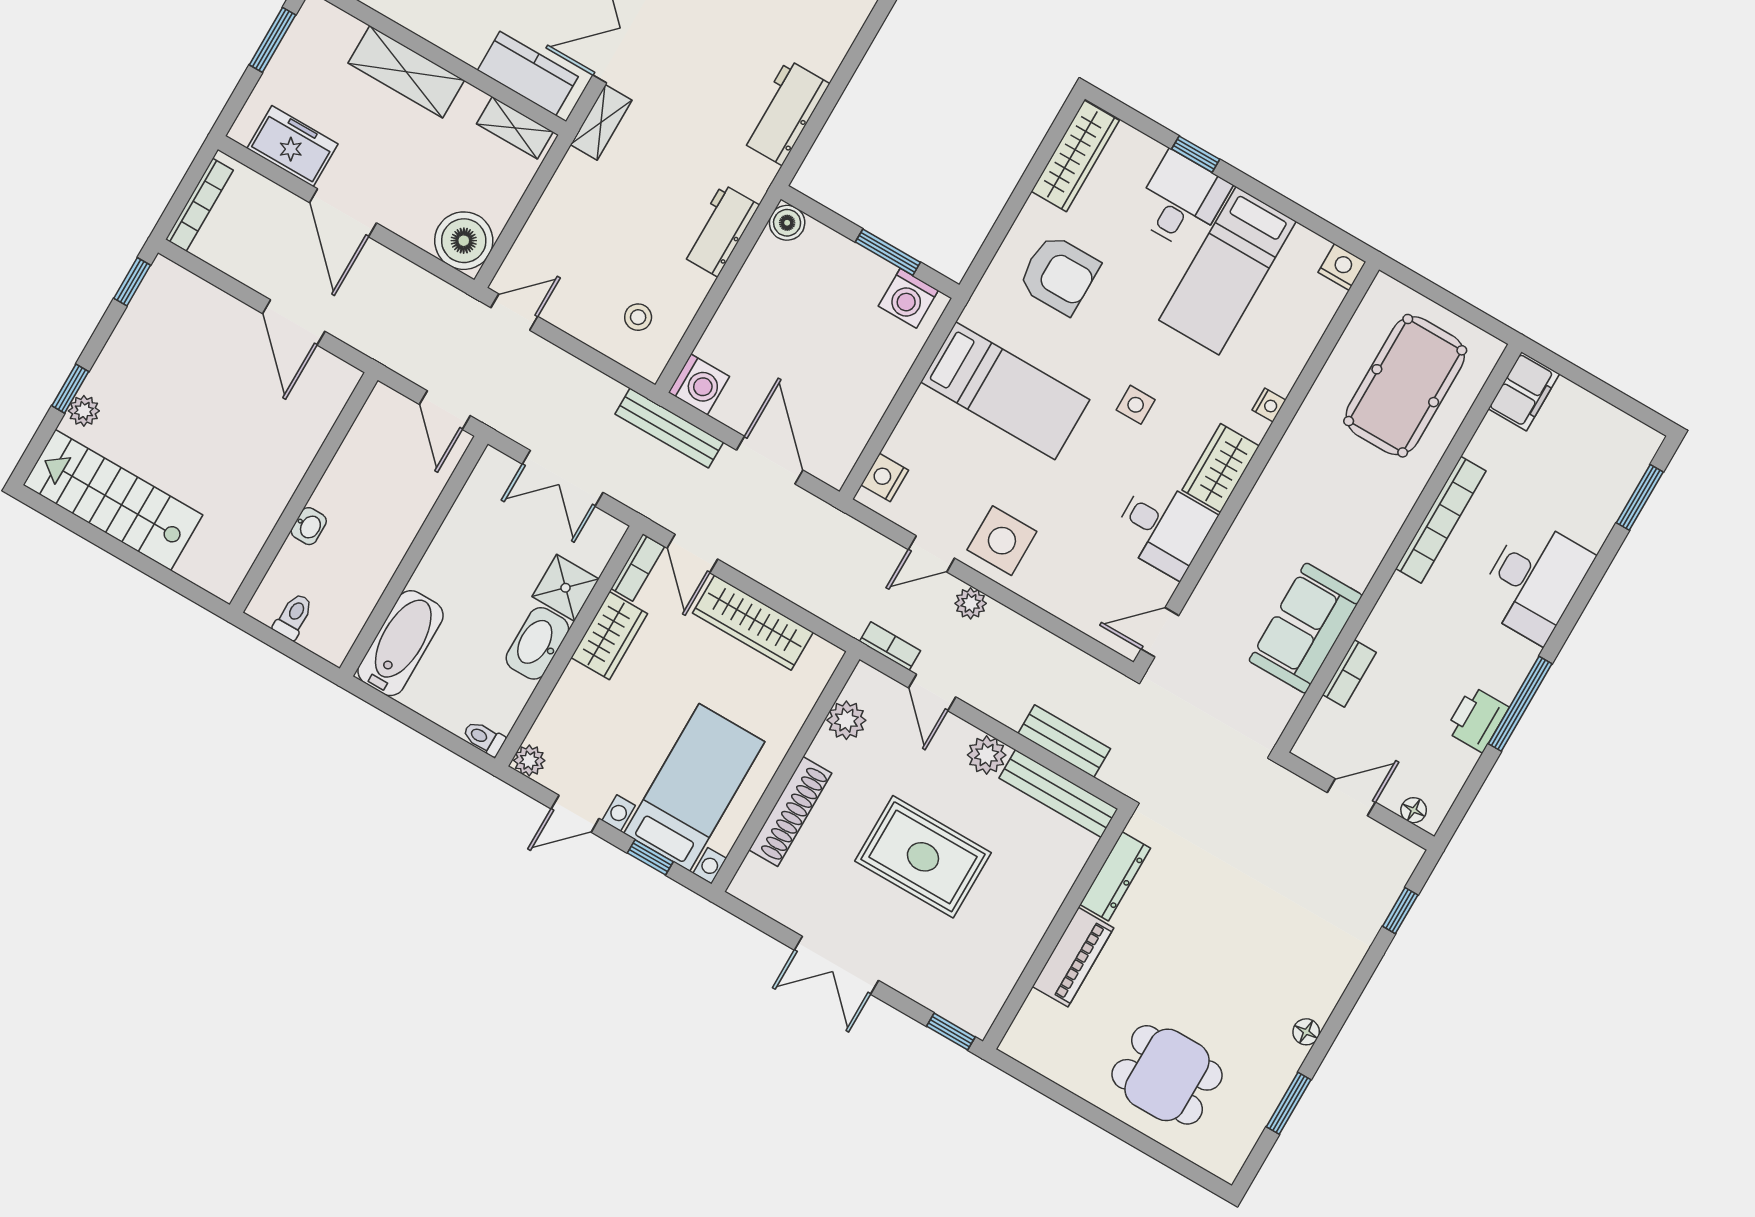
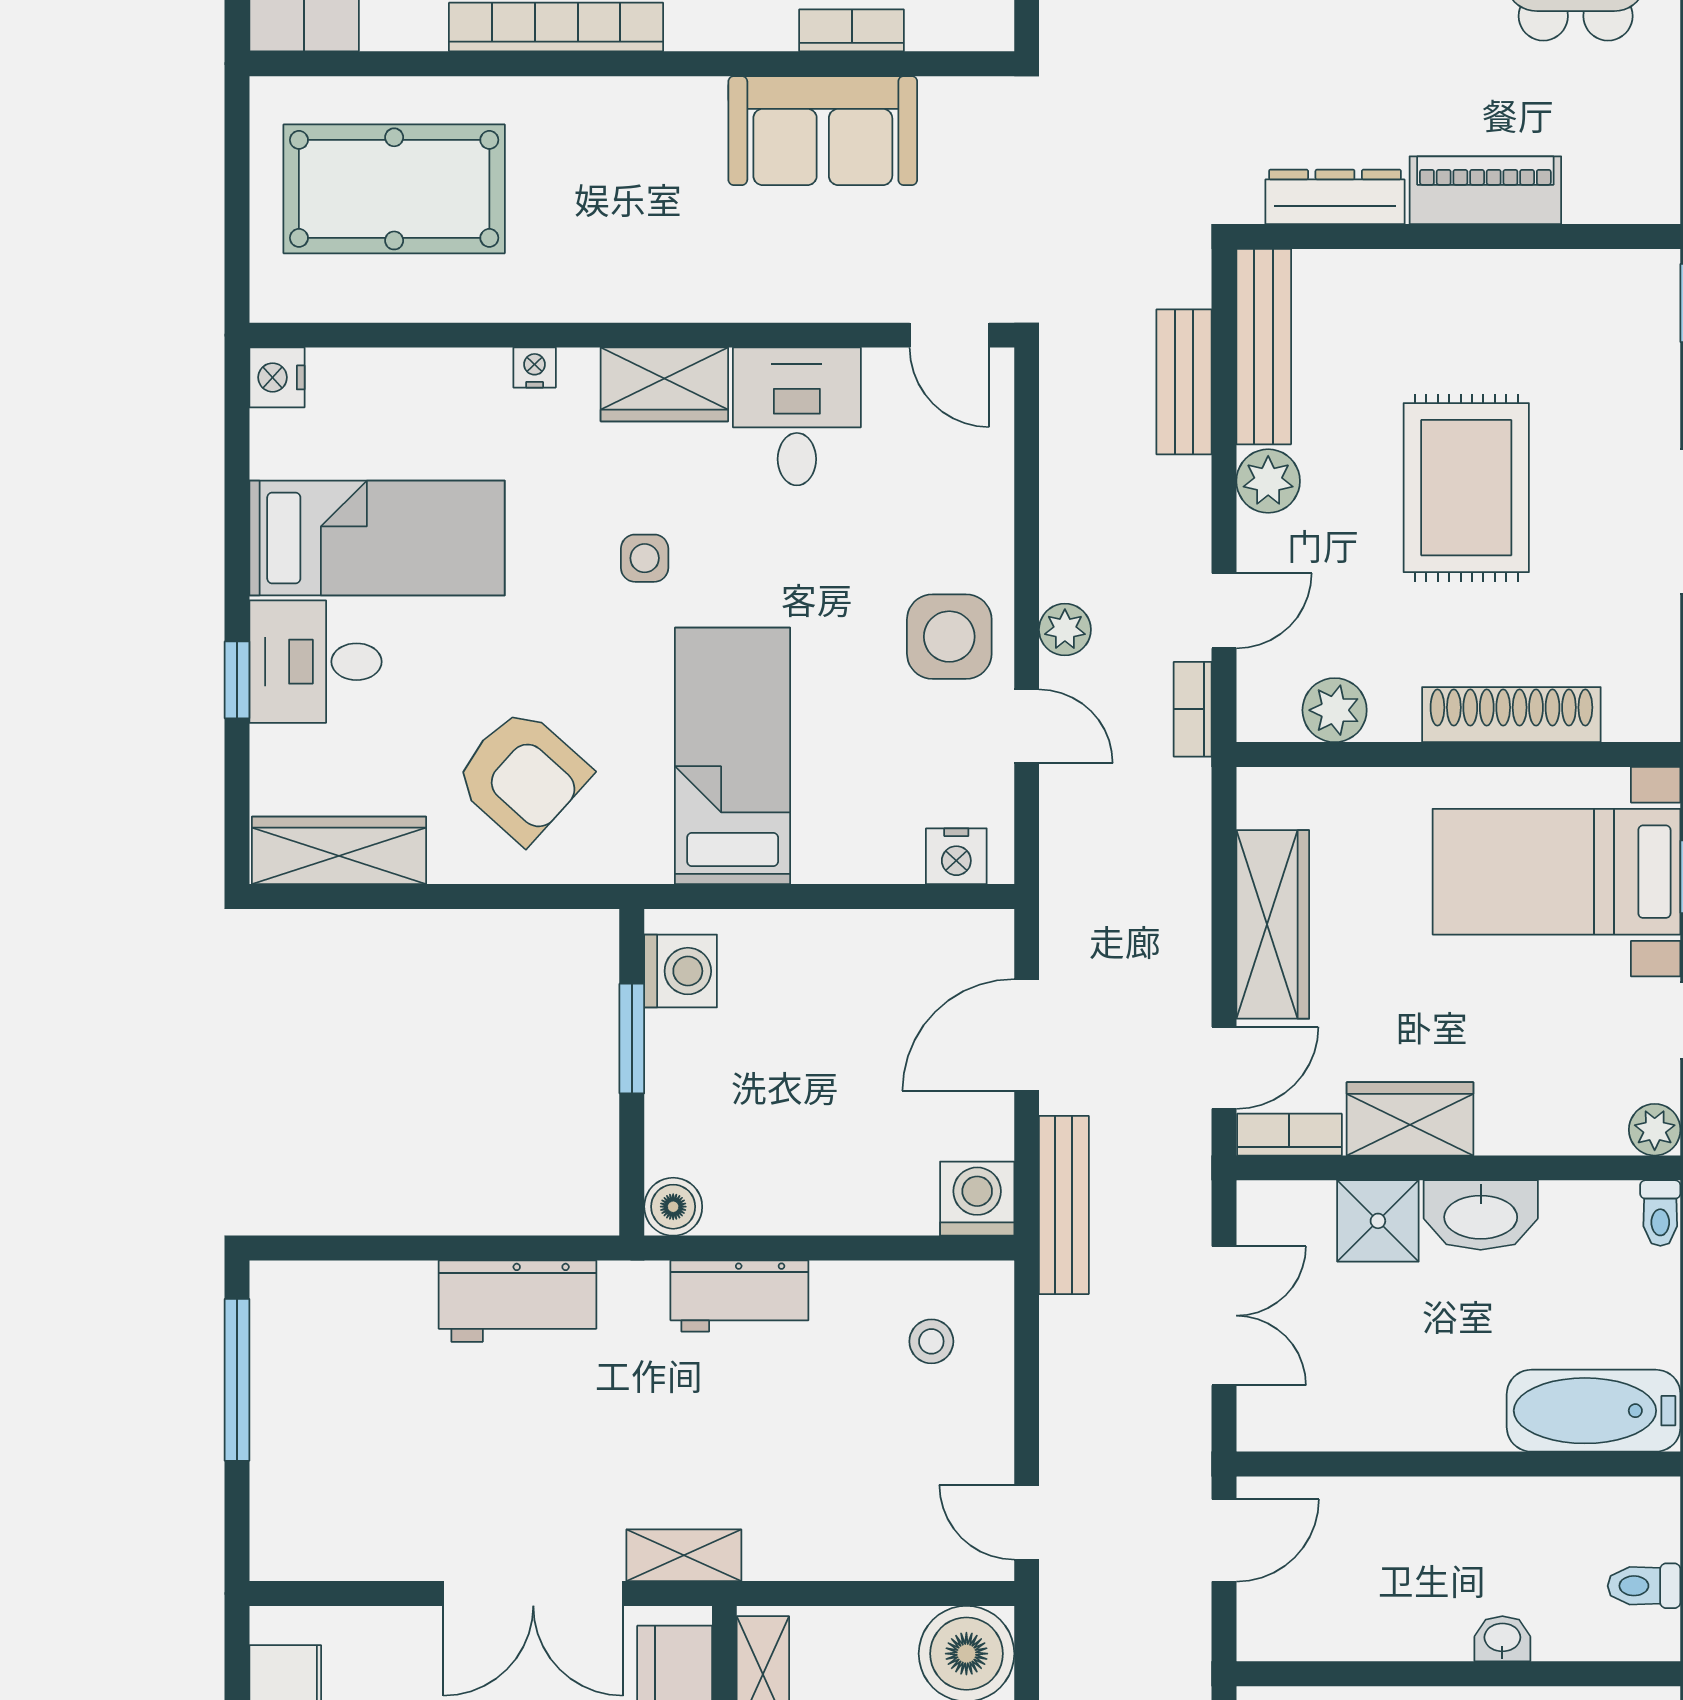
armchair: (1059, 275) -> (522, 776), turned 132

